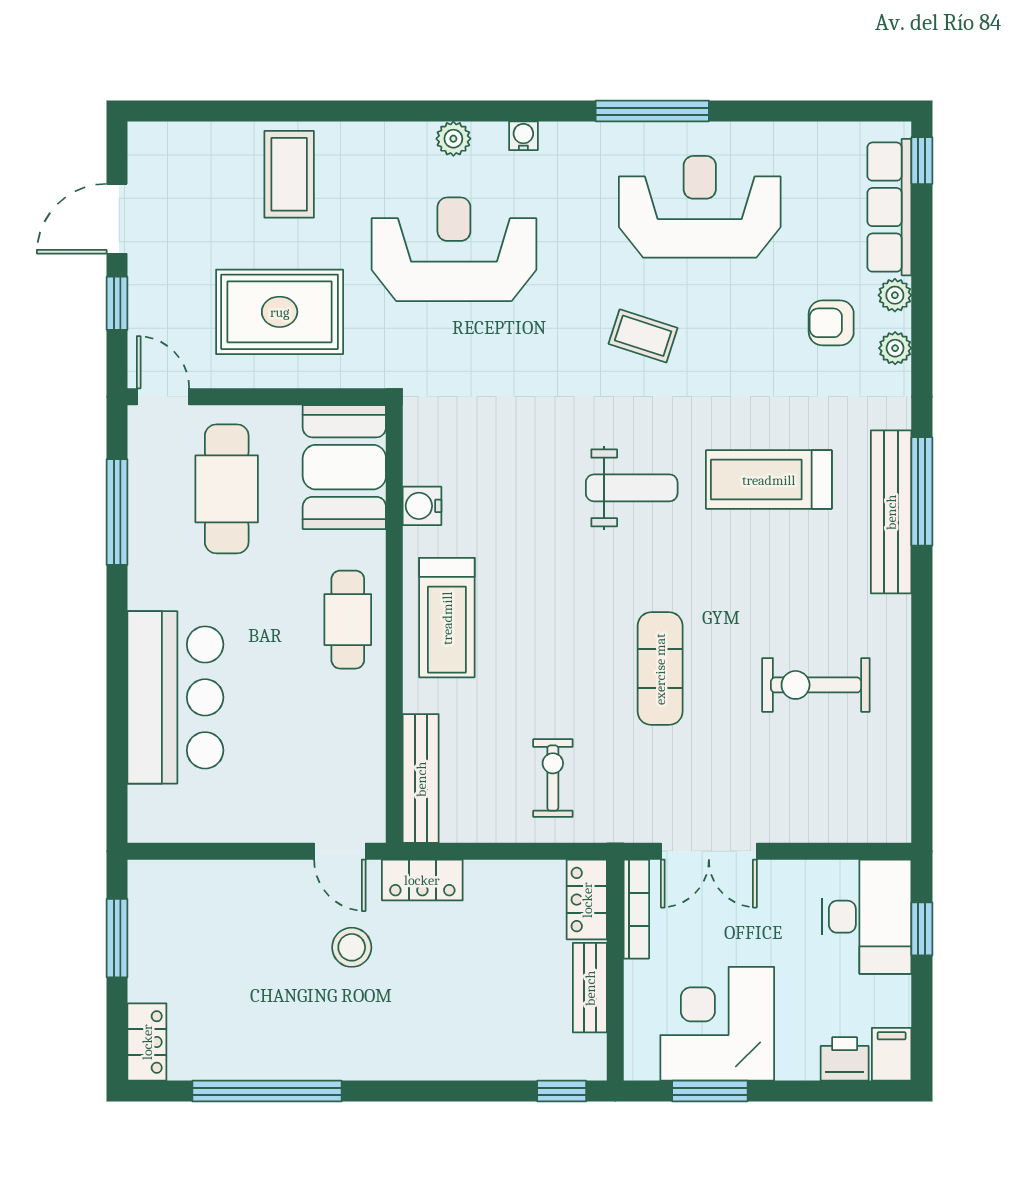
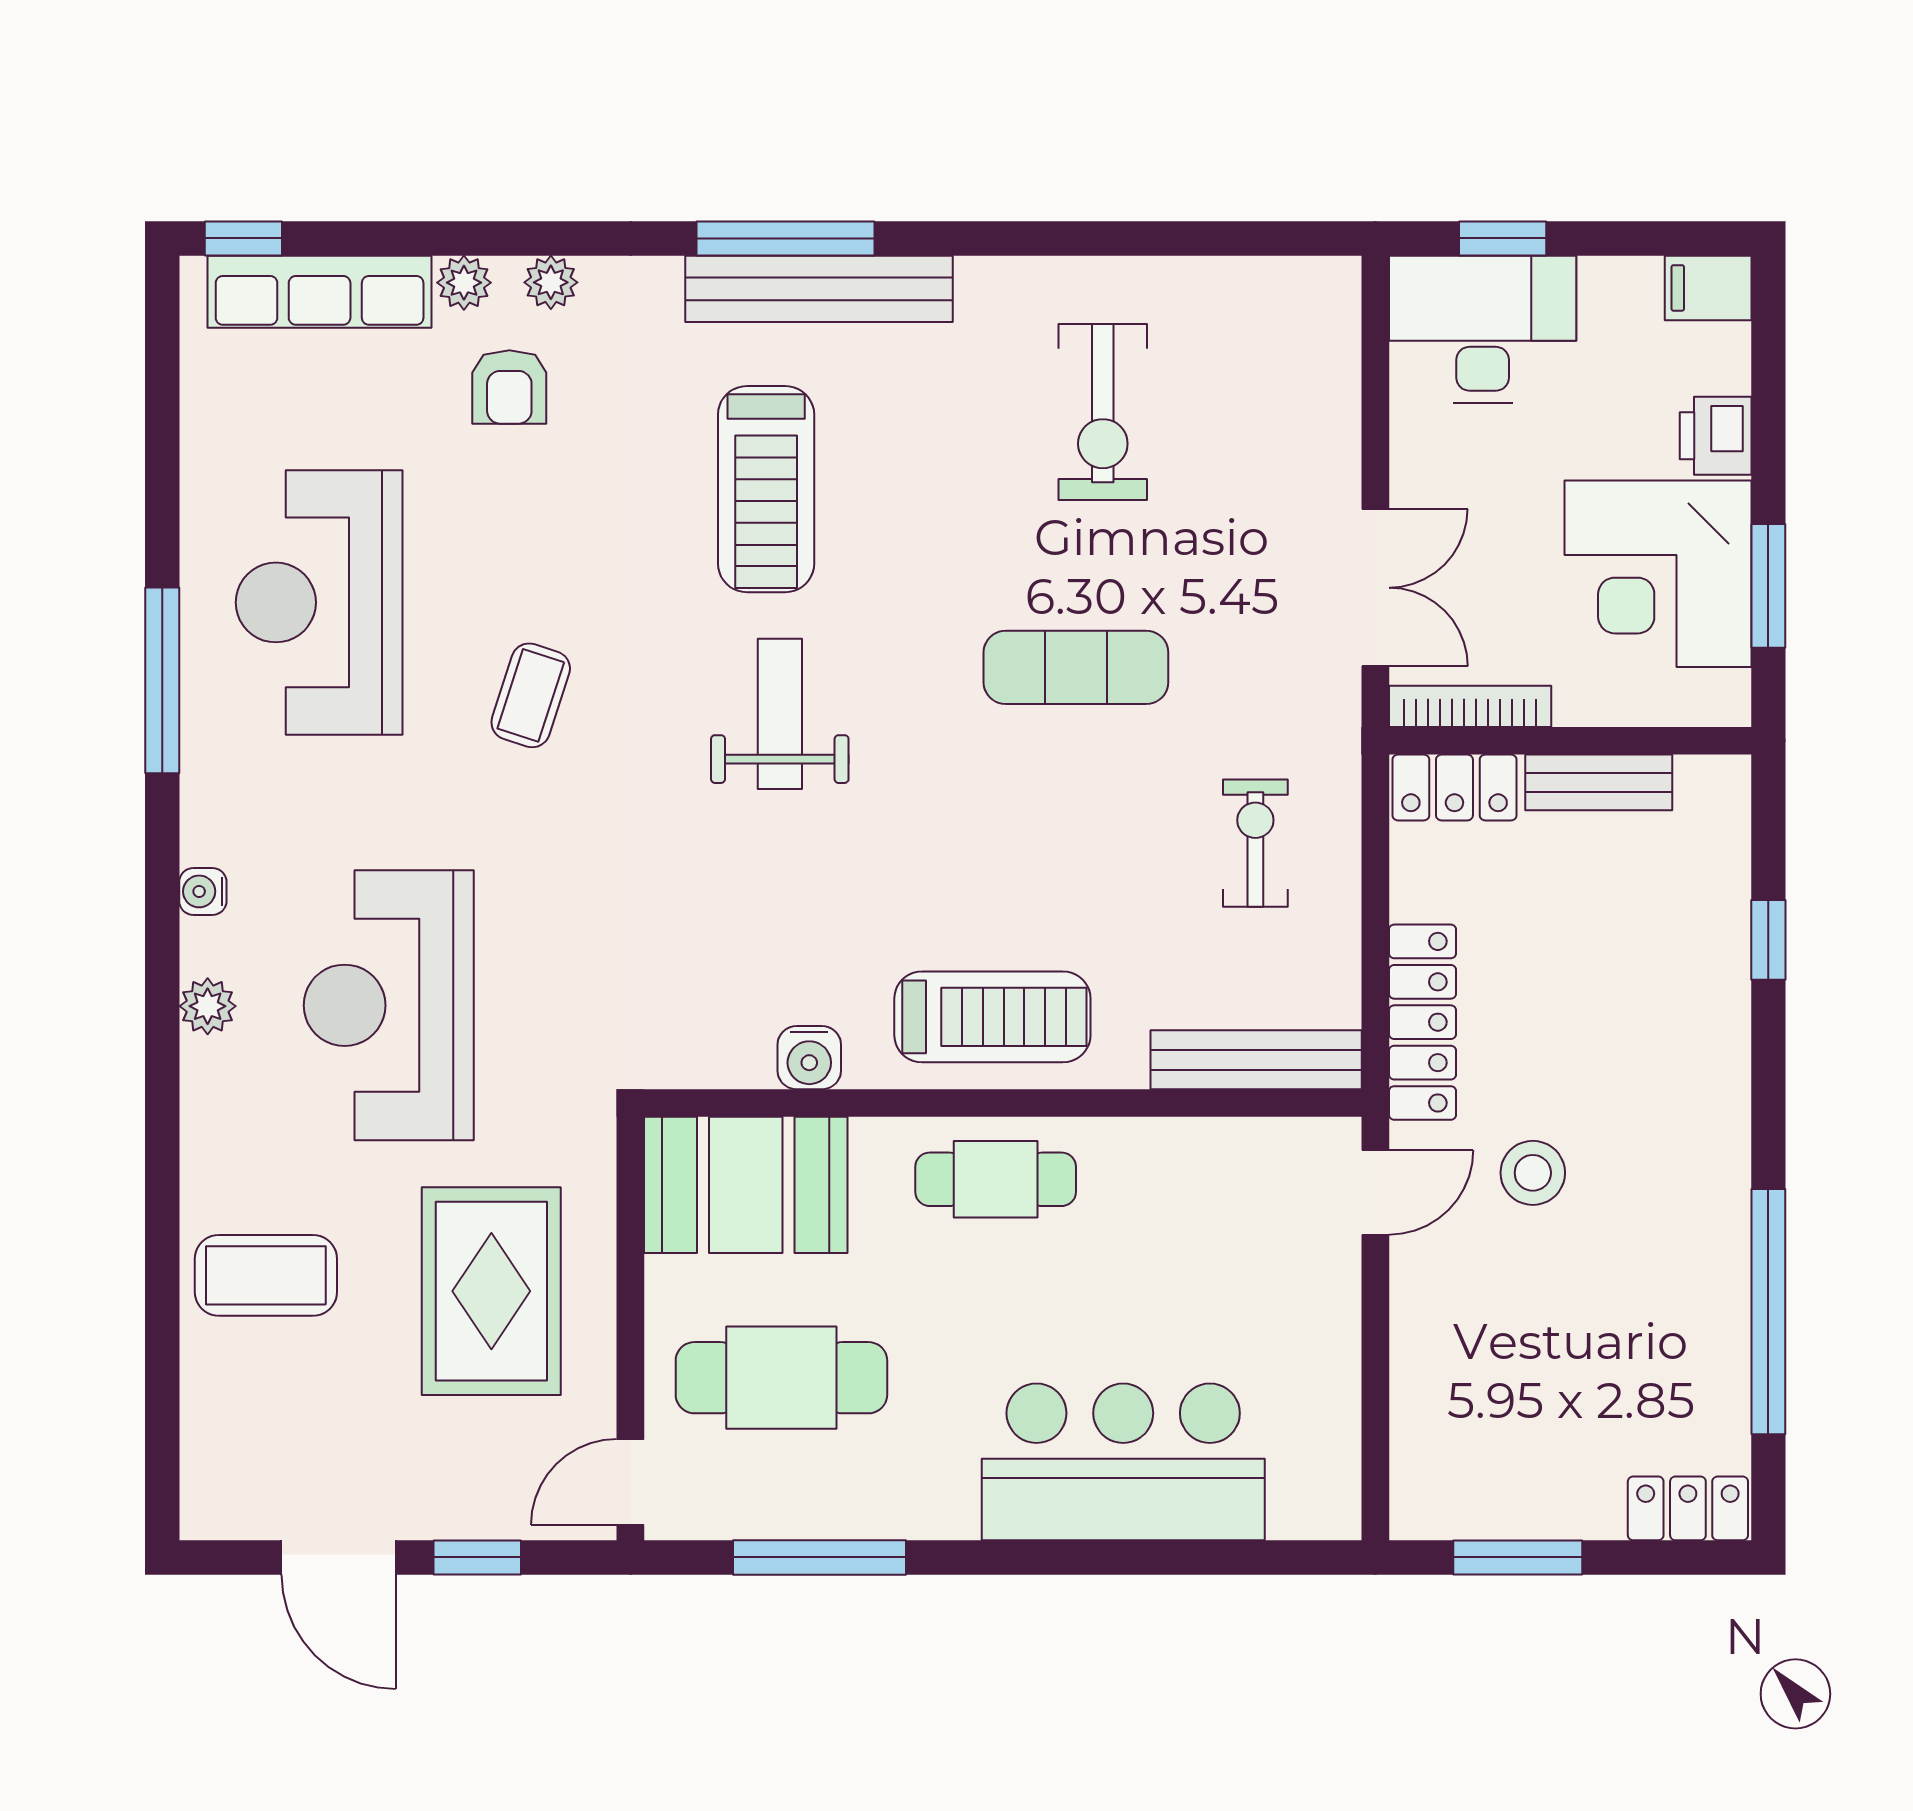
exercise bike: (553, 778) -> (1255, 843), turned 90
locker: (422, 880) -> (1422, 1022), width x1.53
printer: (845, 1059) -> (1716, 436), moved
window: (562, 1091) -> (1768, 940), moved

